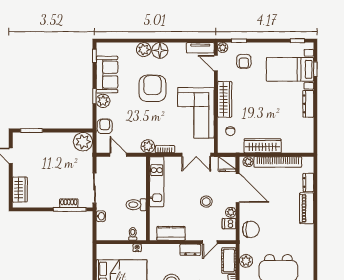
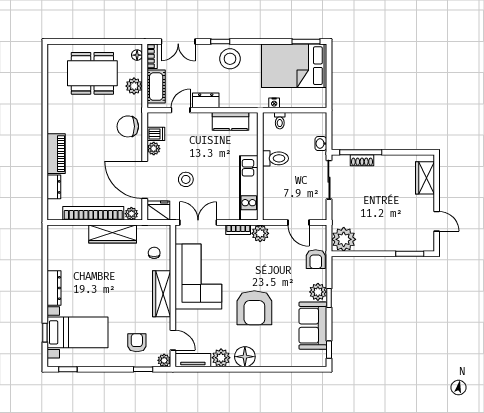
plant: (144, 50) -> (221, 358), moved
stool: (206, 202) -> (186, 179), moved

